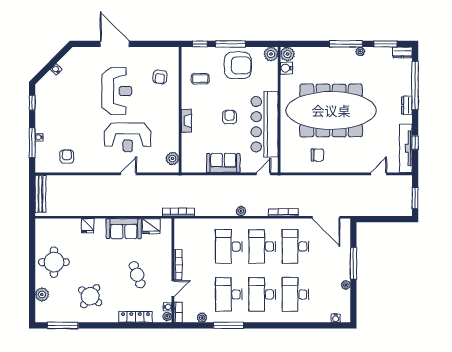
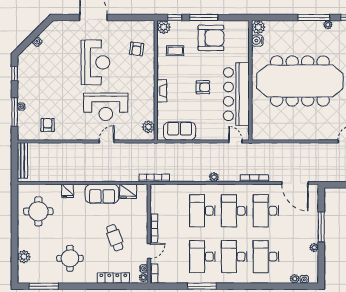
plant: (271, 54) -> (164, 27), moved
armchair: (230, 117) -> (203, 87), turned 90
chair: (317, 155) -> (287, 123), removed
sofa: (223, 163) -> (180, 131), moved
door: (264, 174) -> (235, 141), hinge flipped
round table: (54, 262) -> (38, 211), moved
round table: (90, 296) -> (70, 258), turned -37
plant: (202, 318) -> (295, 279), moved

